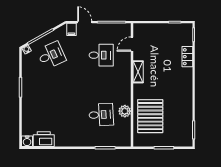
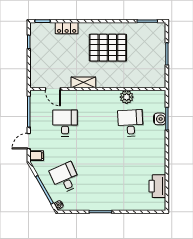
pallet: (150, 116) -> (108, 48), moved
water cooler: (27, 141) -> (160, 119), moved

